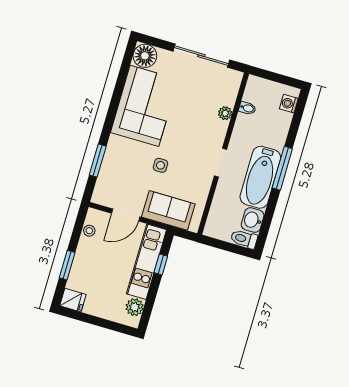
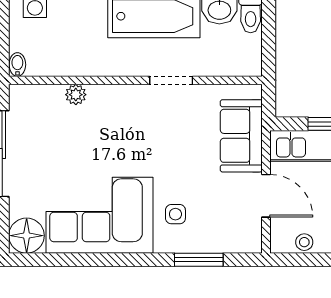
bidet: (247, 108) -> (17, 65), moved
doorway: (221, 163) -> (171, 80), moved
side table: (160, 165) -> (175, 214), moved

